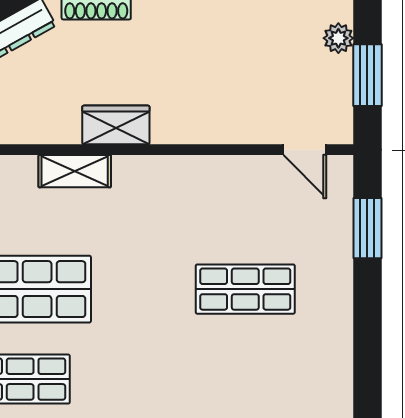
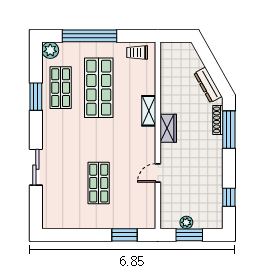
plant: (338, 38) -> (186, 222), moved
door: (305, 150) -> (158, 173), moved

